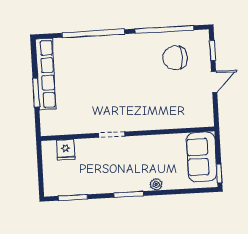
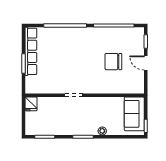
chair: (175, 58) -> (113, 62), moved
door: (214, 82) -> (146, 63), swing flipped
fridge: (66, 150) -> (31, 104), moved

